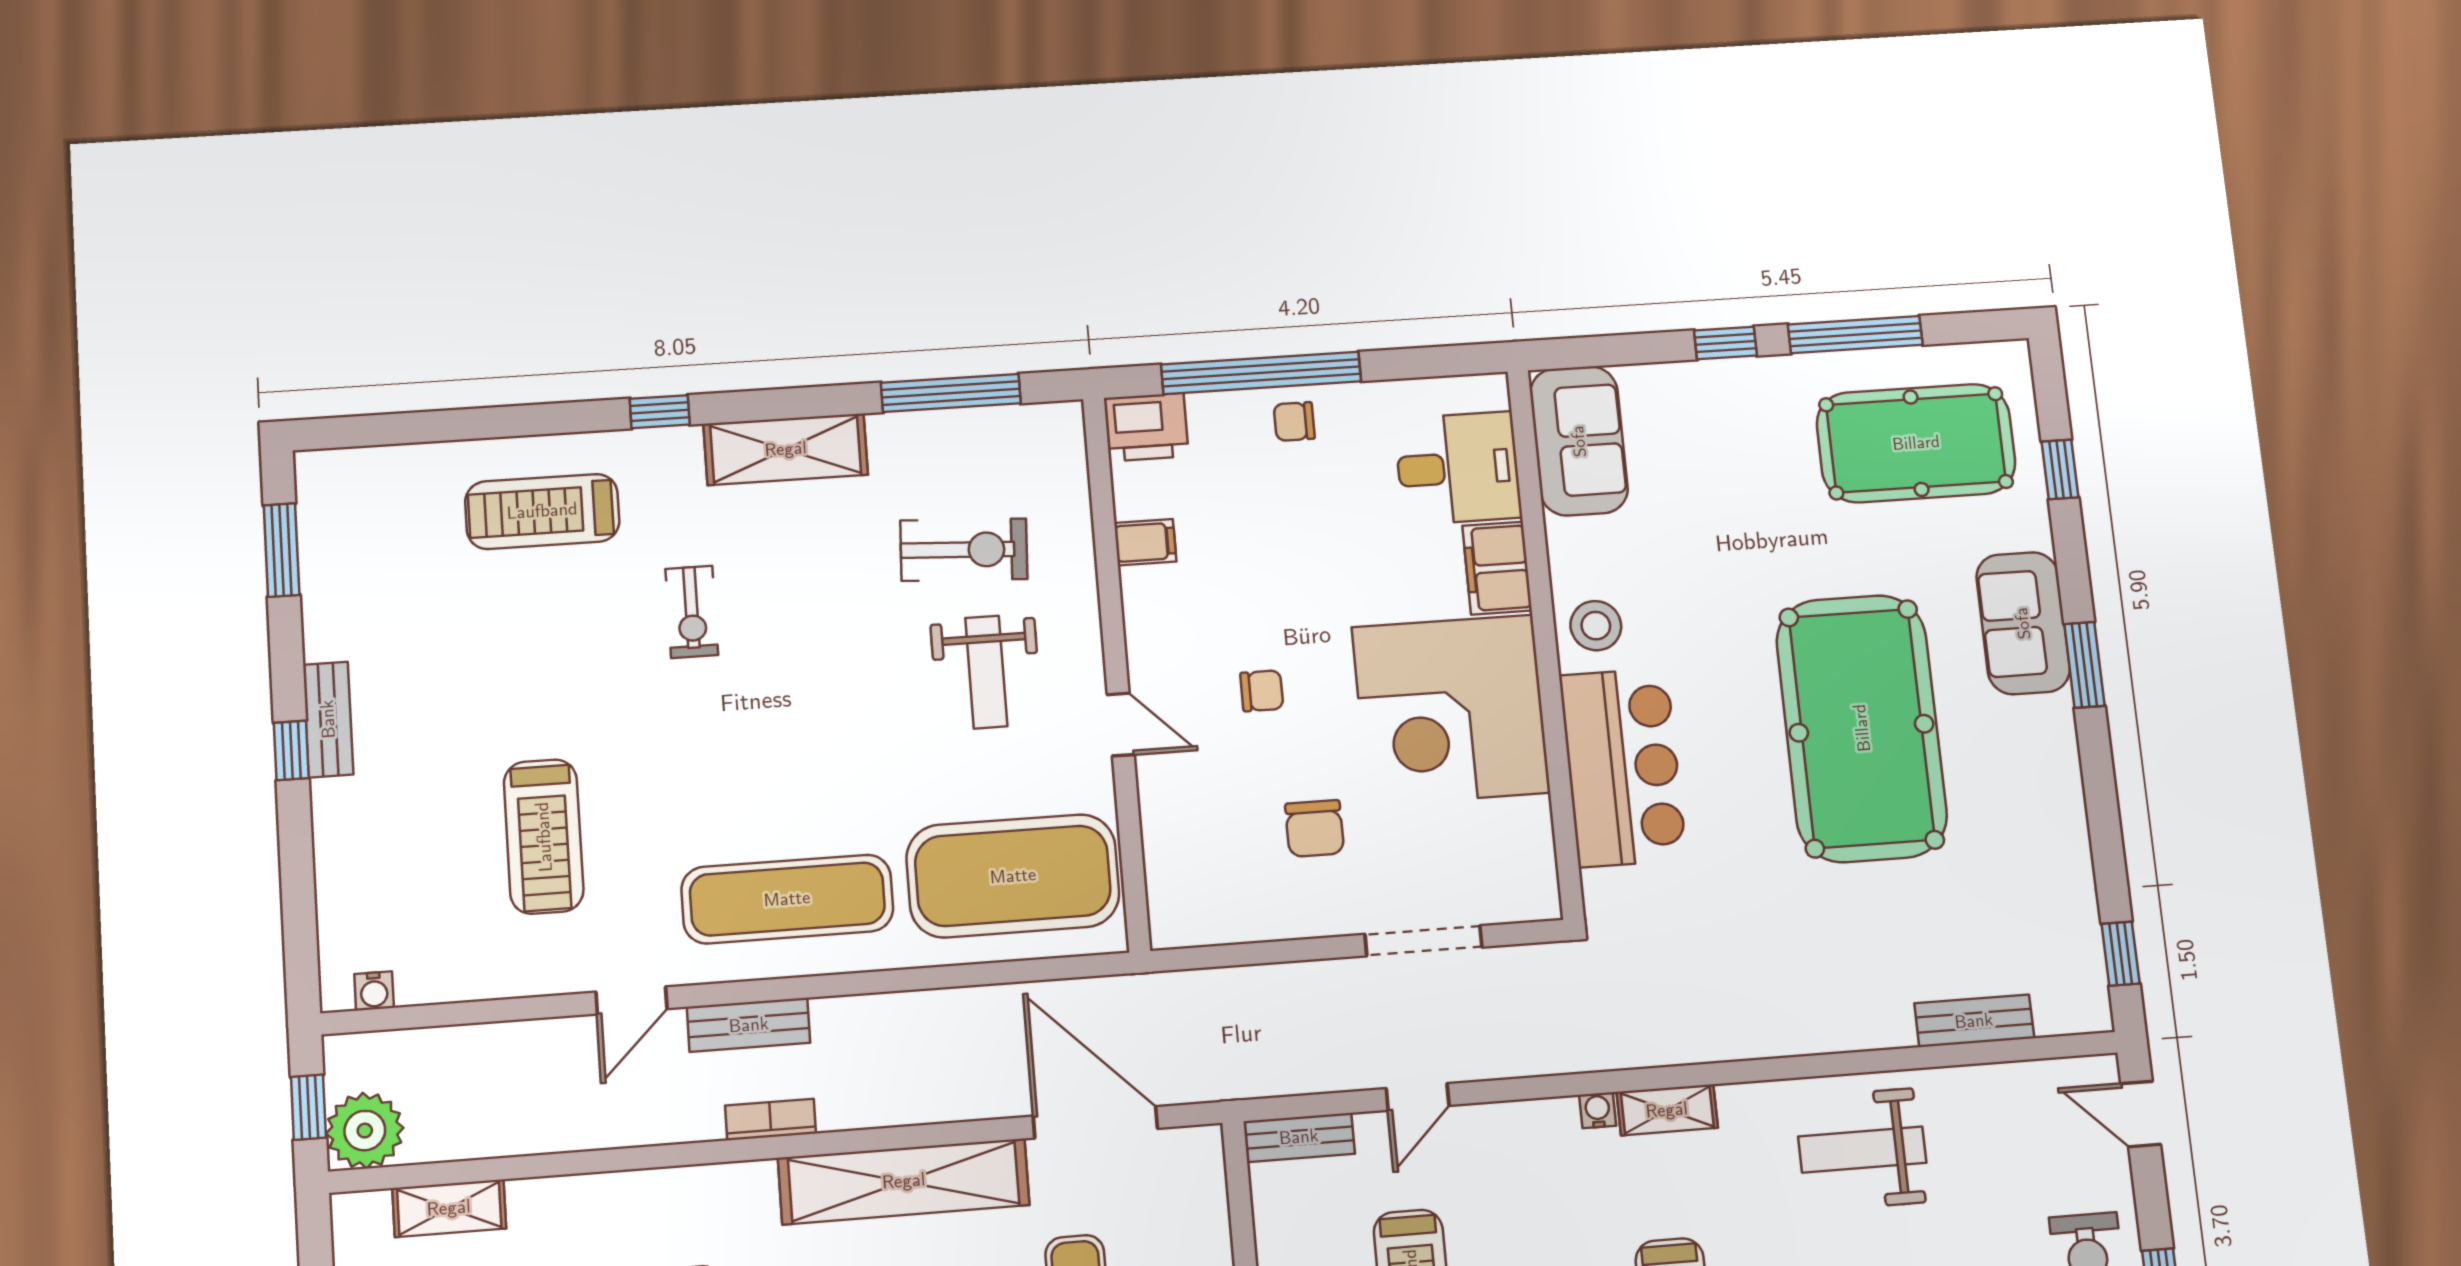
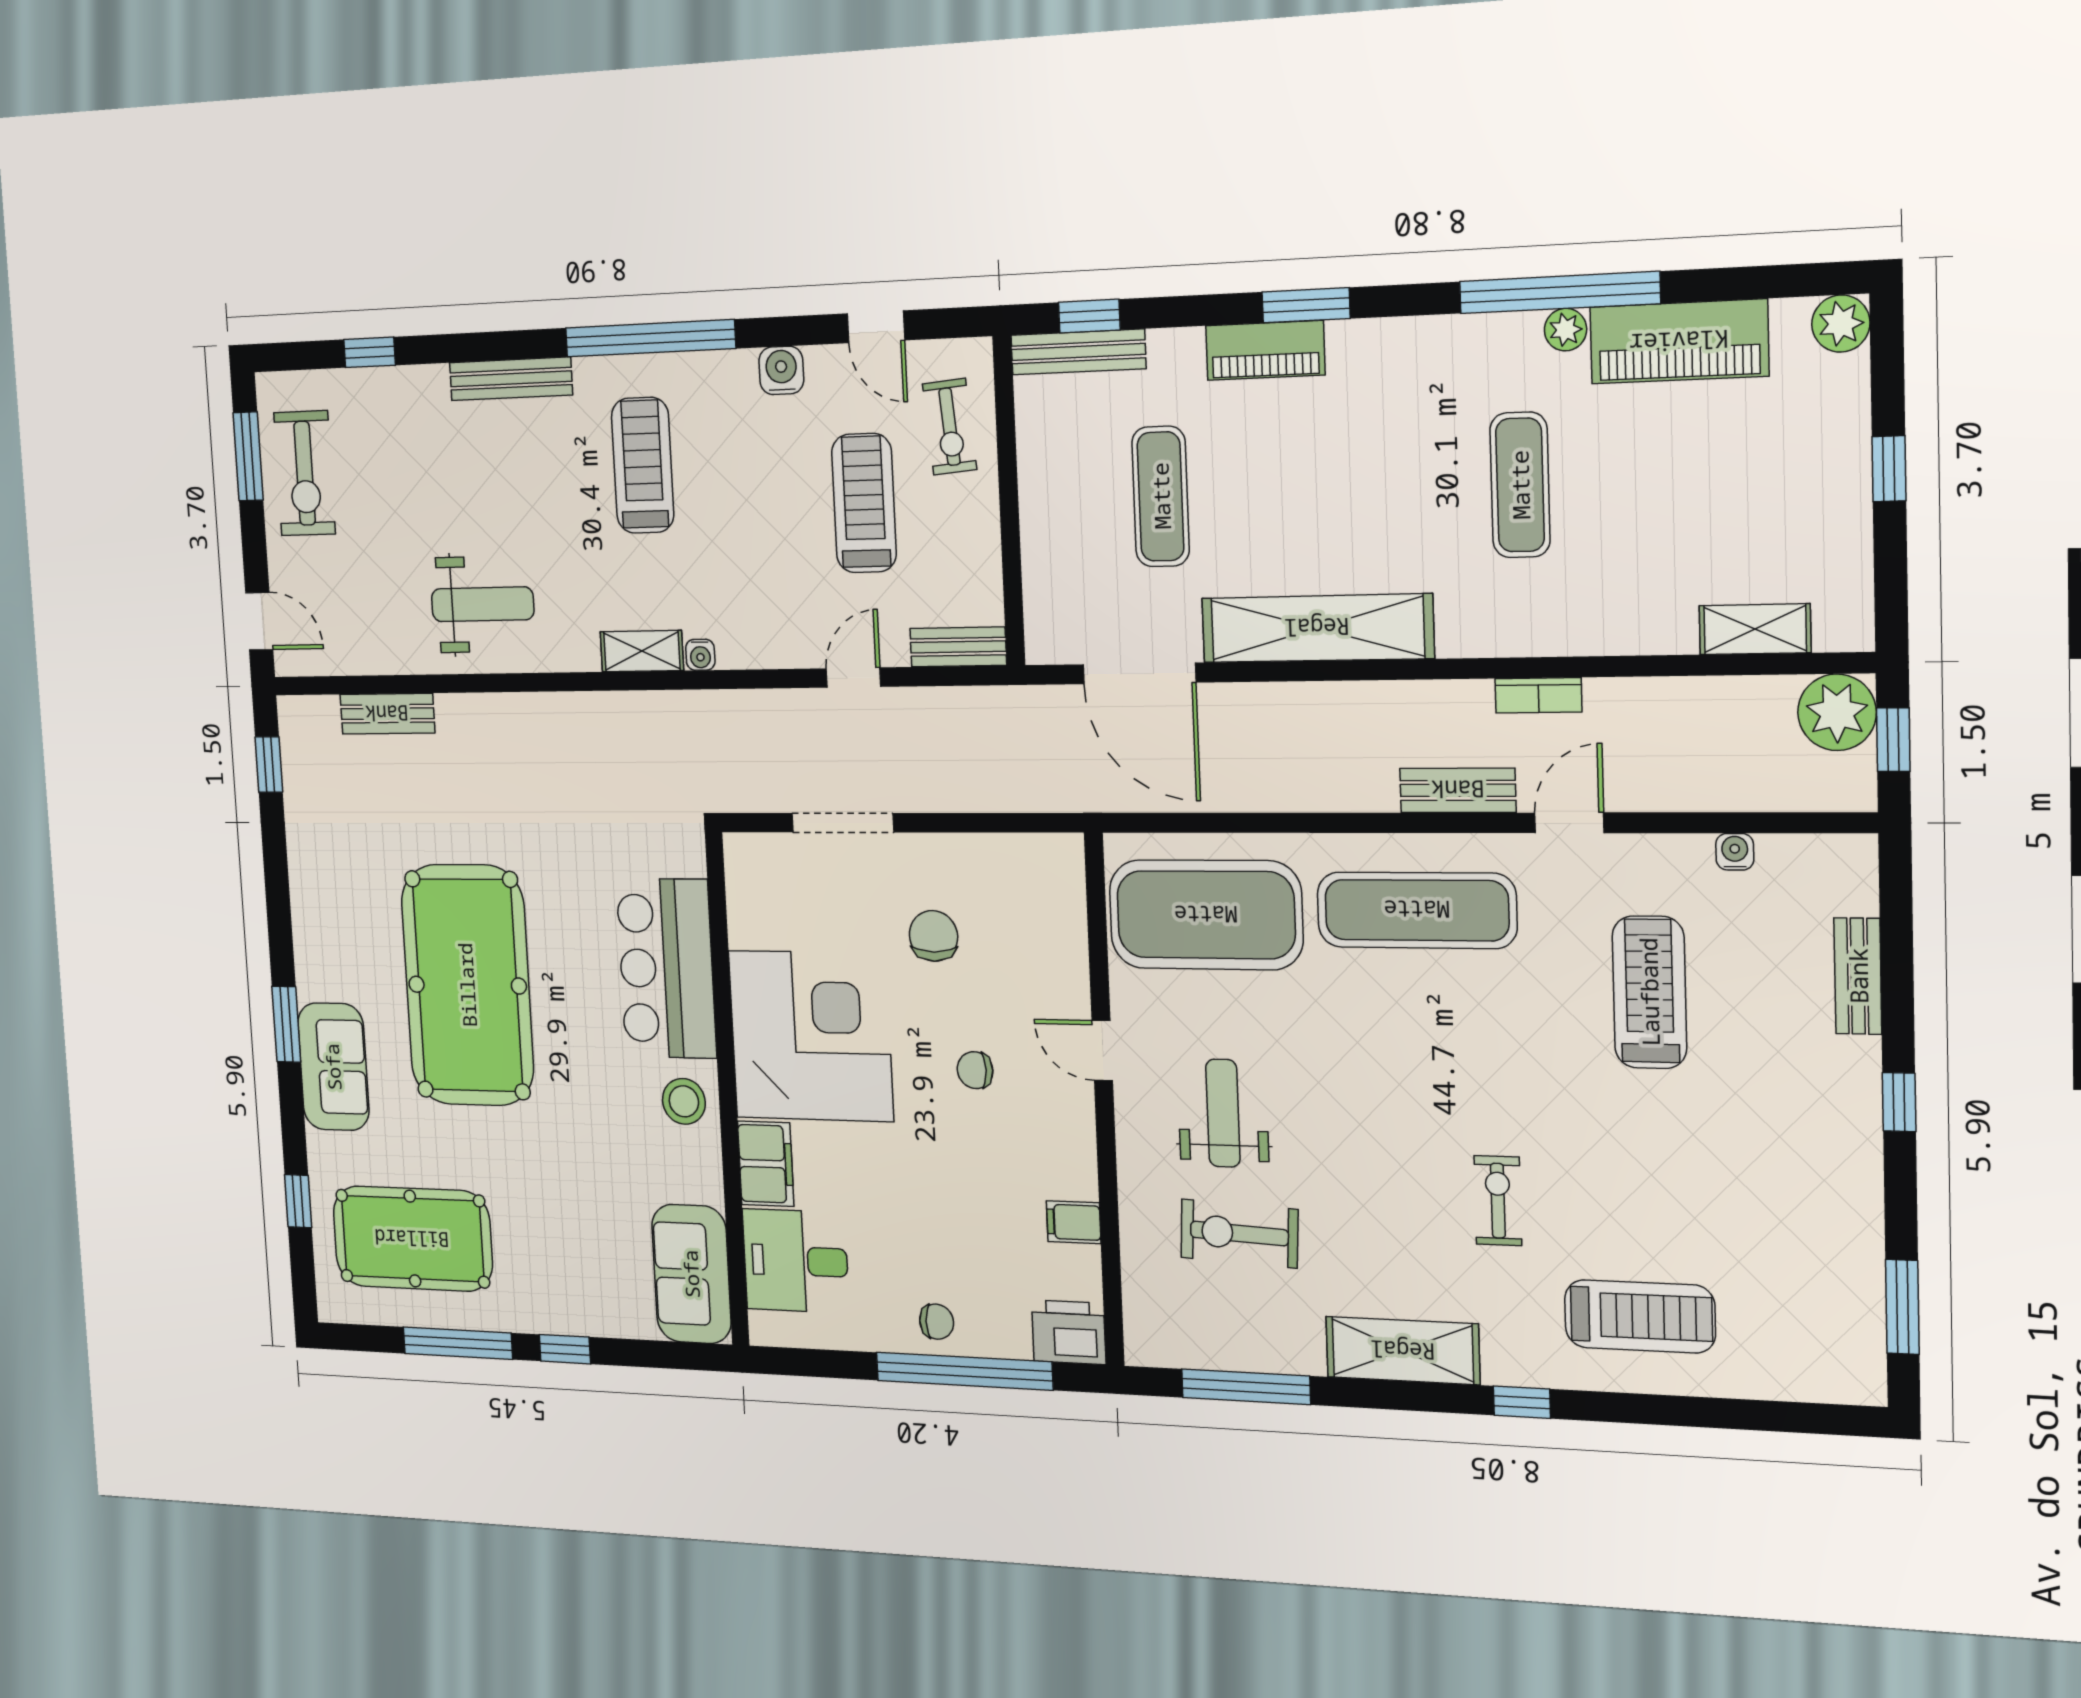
bench: (328, 719) -> (1858, 976), moved
water cooler: (374, 991) -> (1735, 852), moved
bookcase: (771, 1120) -> (1538, 695), moved

